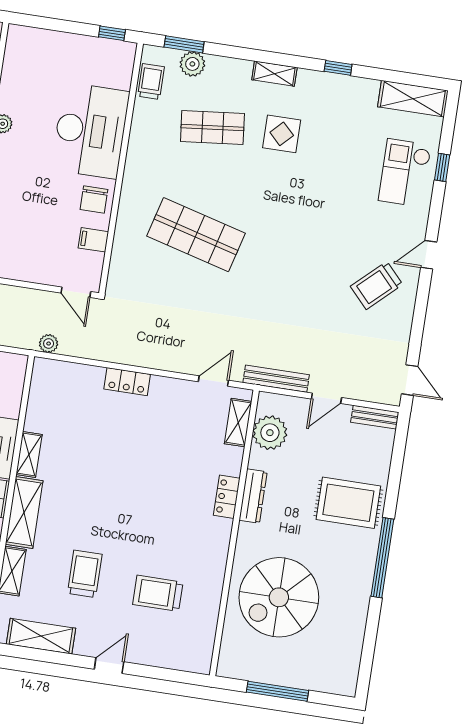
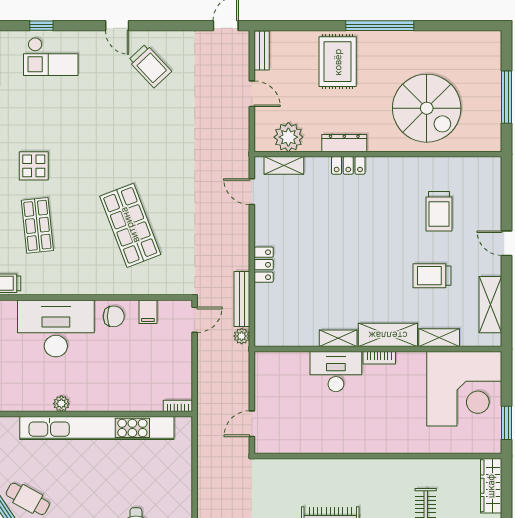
shop shelf: (196, 235) -> (130, 225), turned -36
bench: (276, 379) -> (242, 299), moved

